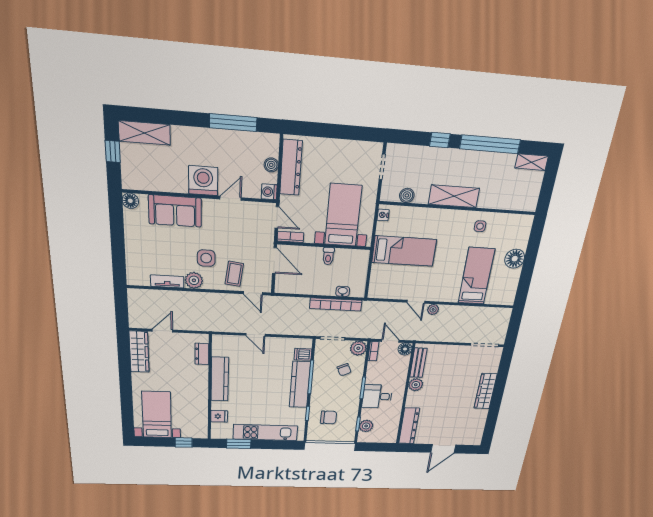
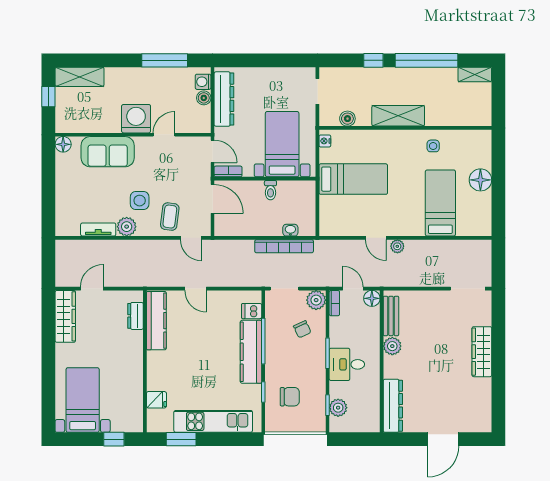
washing machine: (269, 192) -> (203, 82), moved
kitchen counter: (220, 379) -> (156, 321), moved

